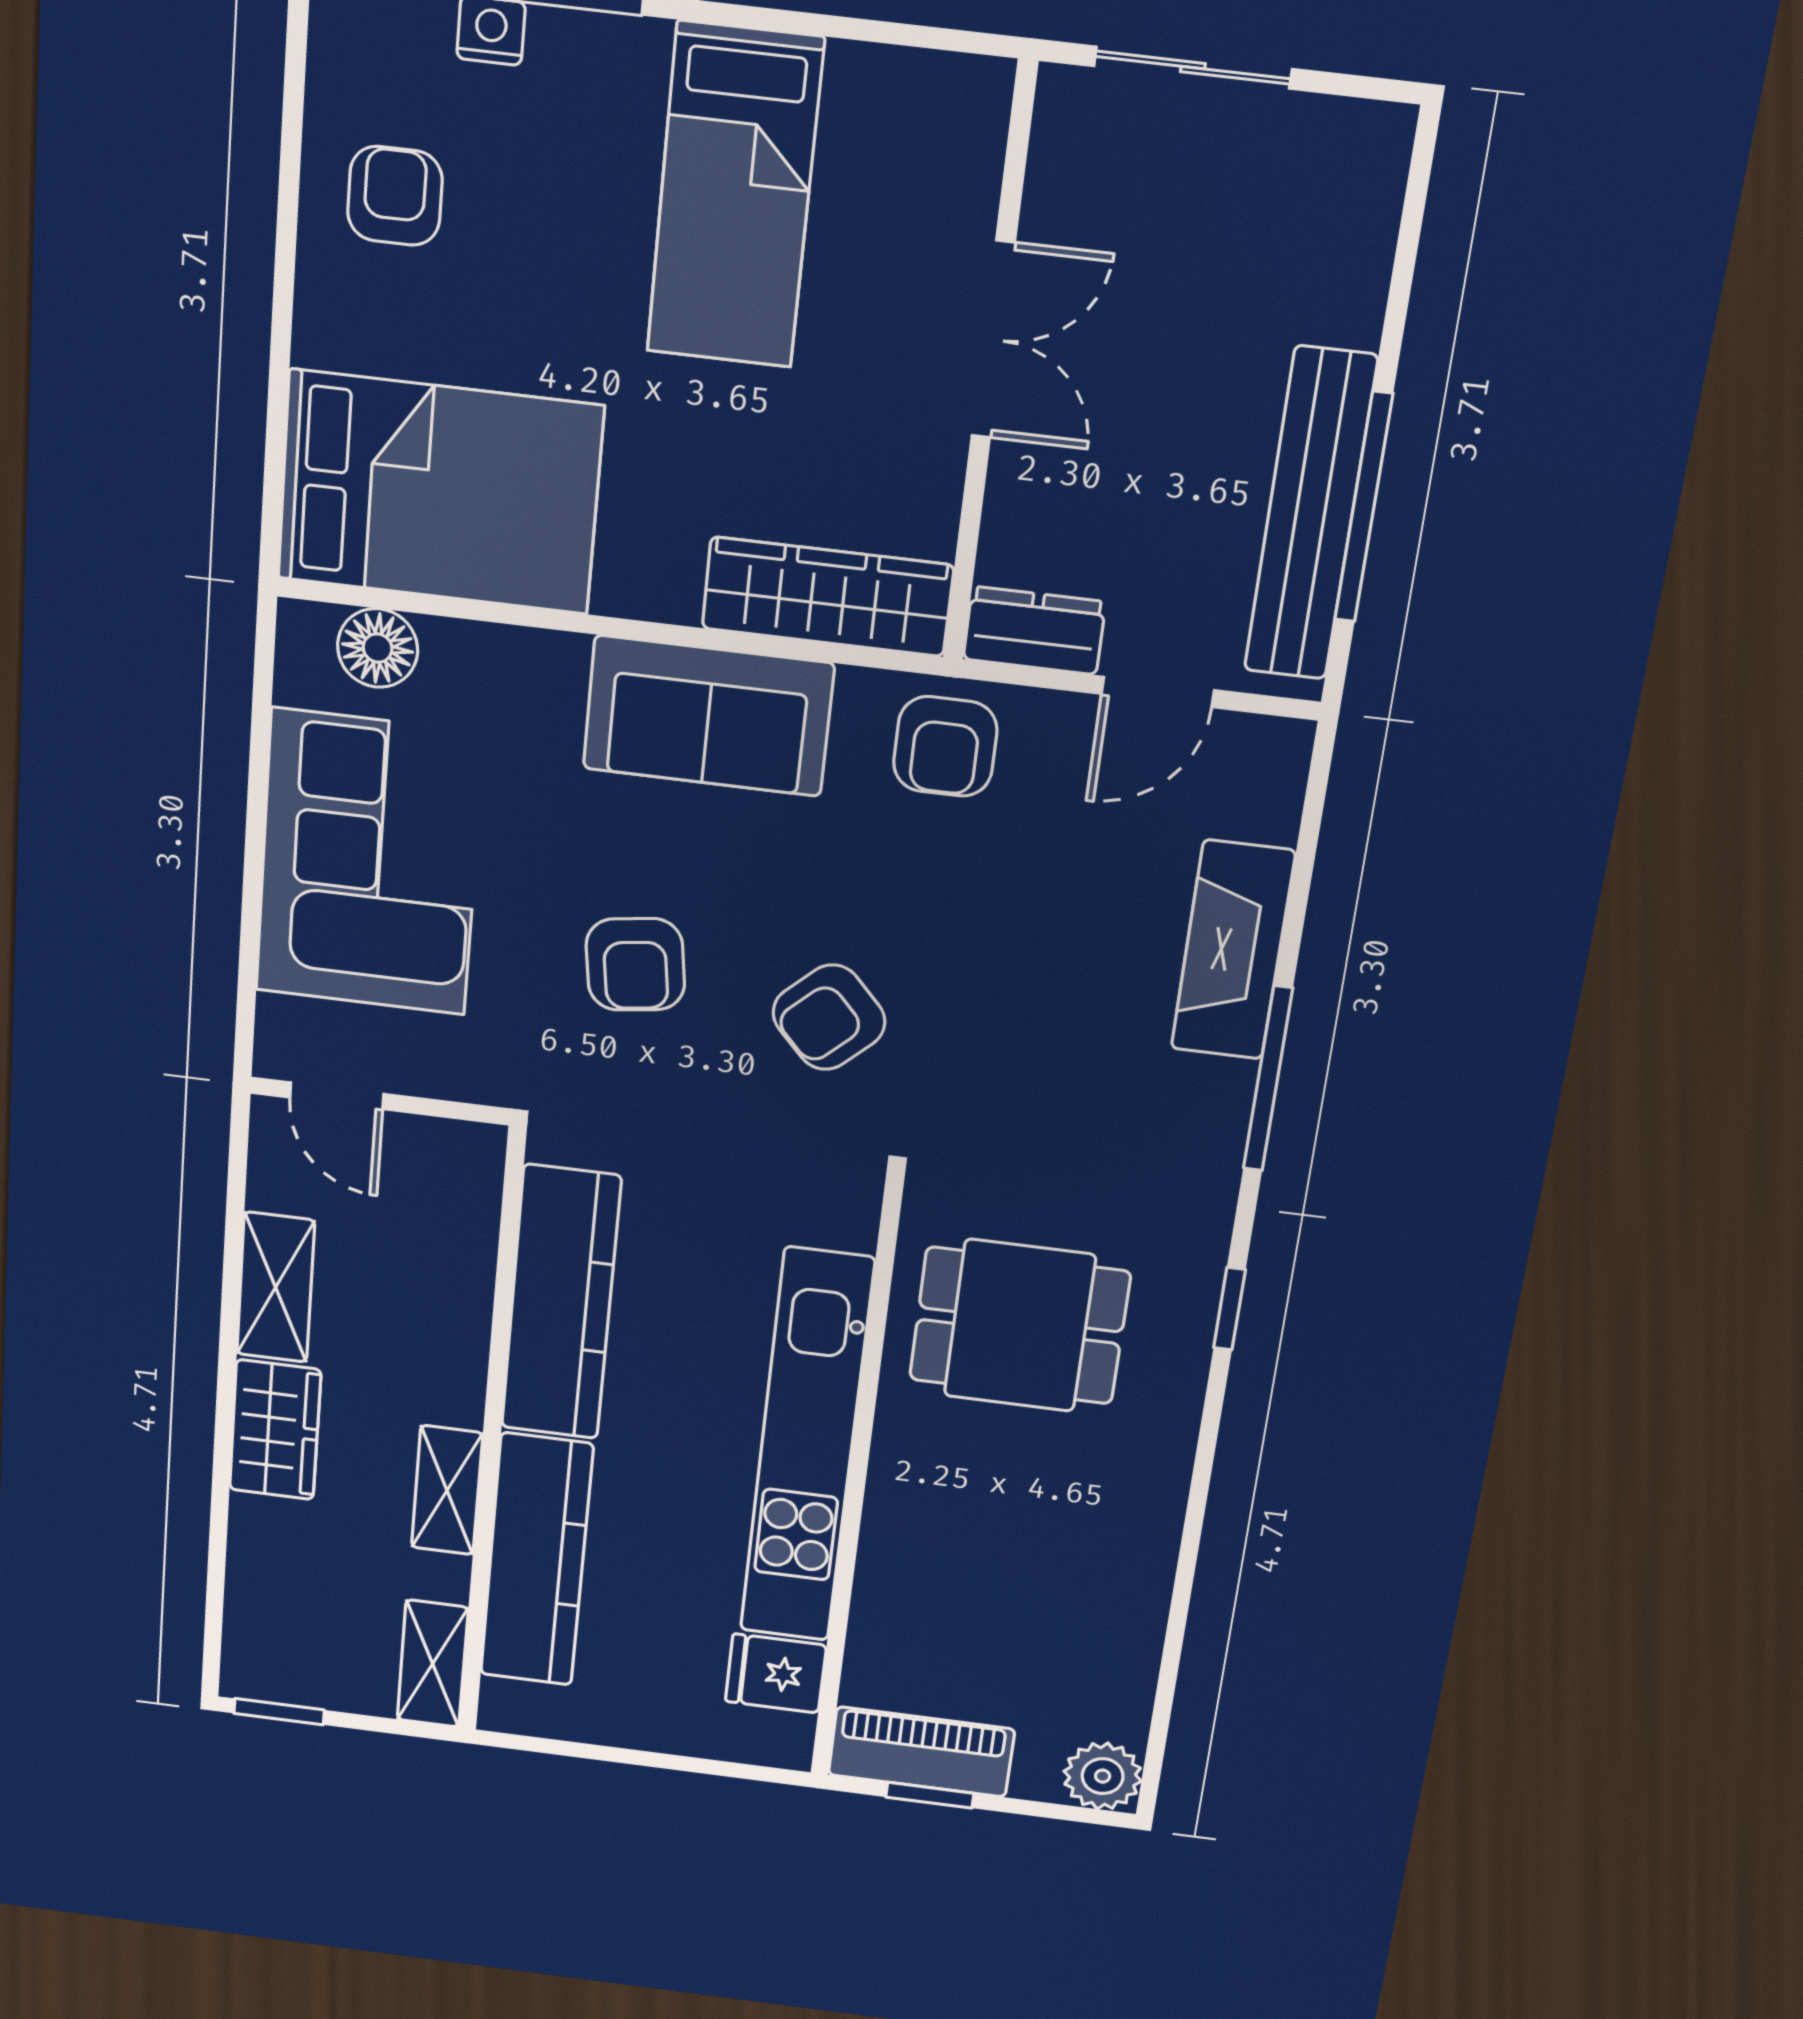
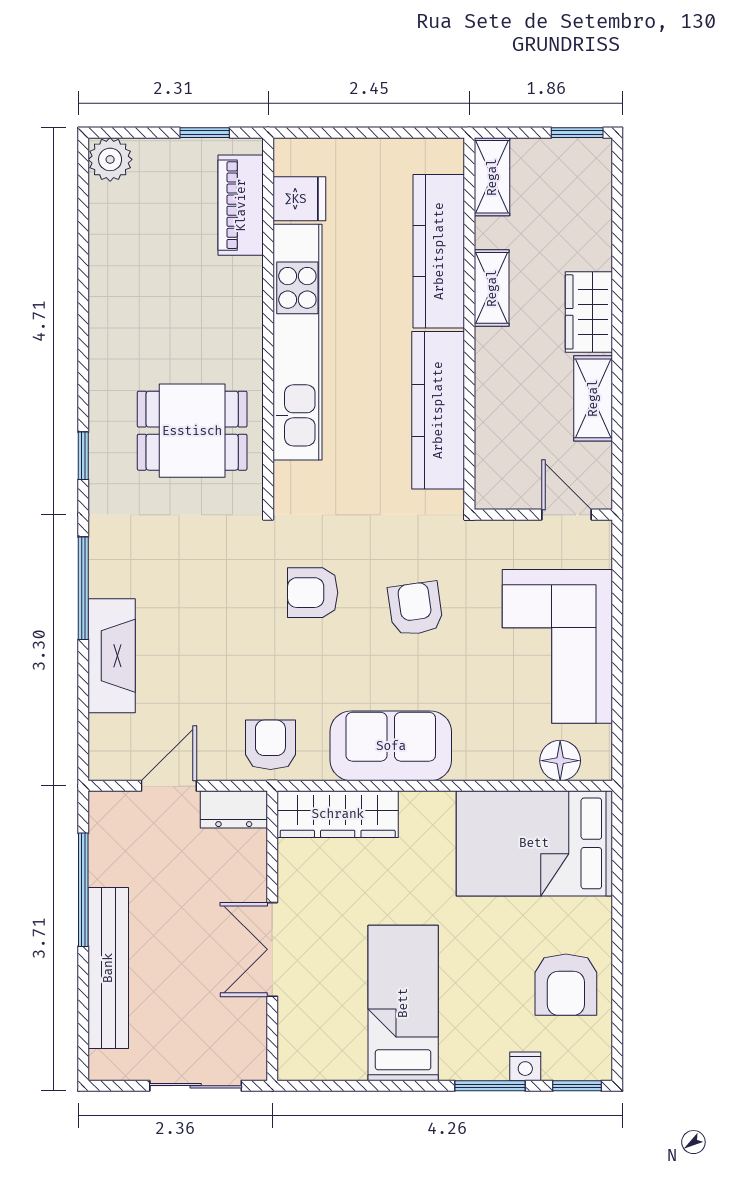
armchair: (395, 196) -> (566, 985), width x1.38, depth x1.38
bench: (1310, 515) -> (108, 968), moved
armchair: (829, 1017) -> (313, 593), turned -137
piano: (921, 1752) -> (241, 205), moved, turned 90

